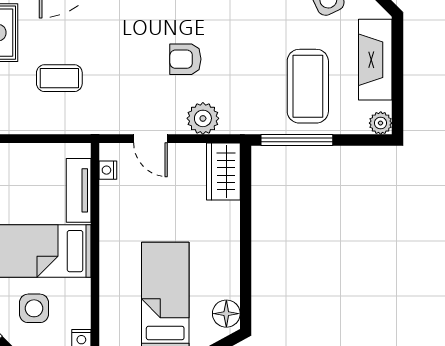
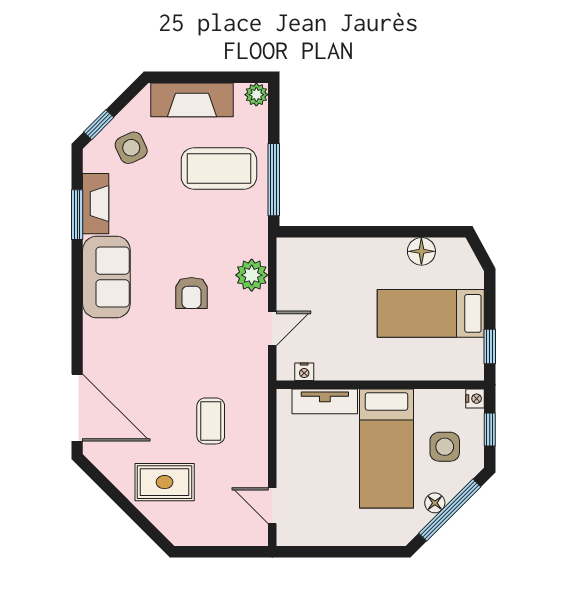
wardrobe: (223, 171) -> (306, 254), removed
floor lamp: (226, 314) -> (421, 251), moved

